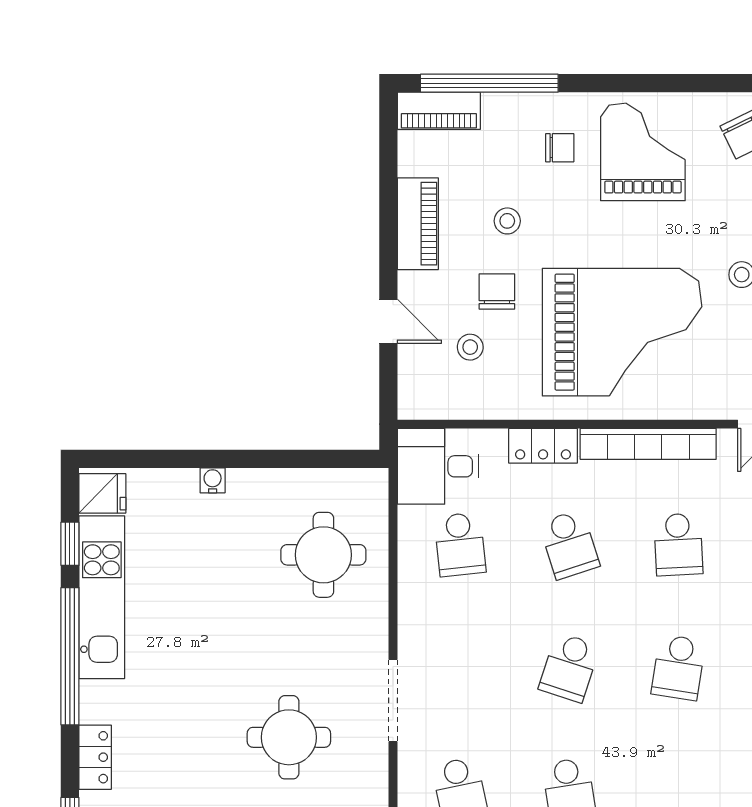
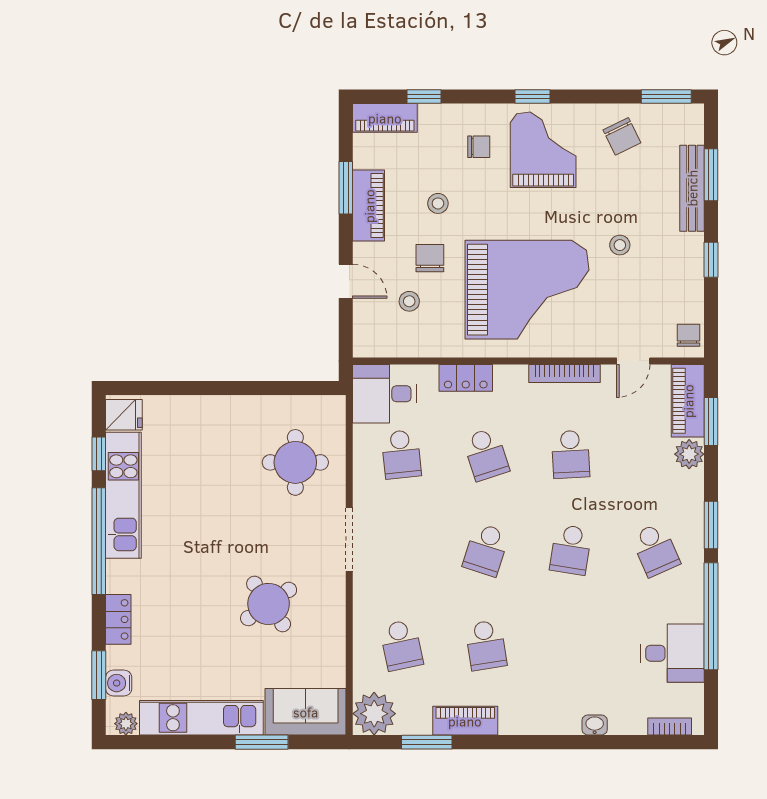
window: (489, 83) -> (424, 97), width x0.32
window: (629, 83) -> (533, 97), added
window: (388, 201) -> (346, 188), added
bookcase: (648, 444) -> (564, 373), width x0.68, depth x0.76
water cooler: (213, 480) -> (209, 405), removed
doorway: (393, 701) -> (349, 539), moved
round table: (289, 737) -> (269, 604), turned -35

